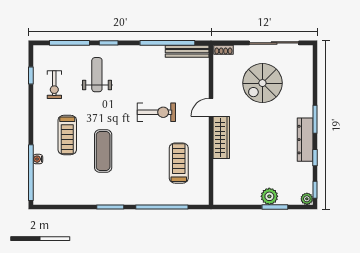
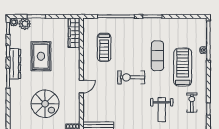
spiral stairs: (262, 83) -> (45, 104), turned 90
exercise bike: (156, 112) -> (131, 77), moved
treadmill: (67, 135) -> (183, 67), width x1.37, depth x1.38
wardrobe: (221, 137) -> (74, 33), moved
rug: (268, 150) -> (41, 56), added
plant: (269, 196) -> (25, 24), moved

